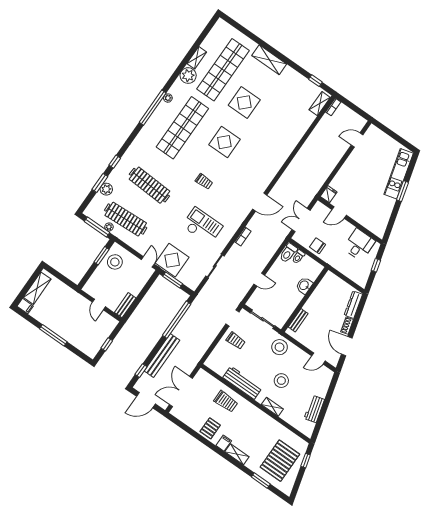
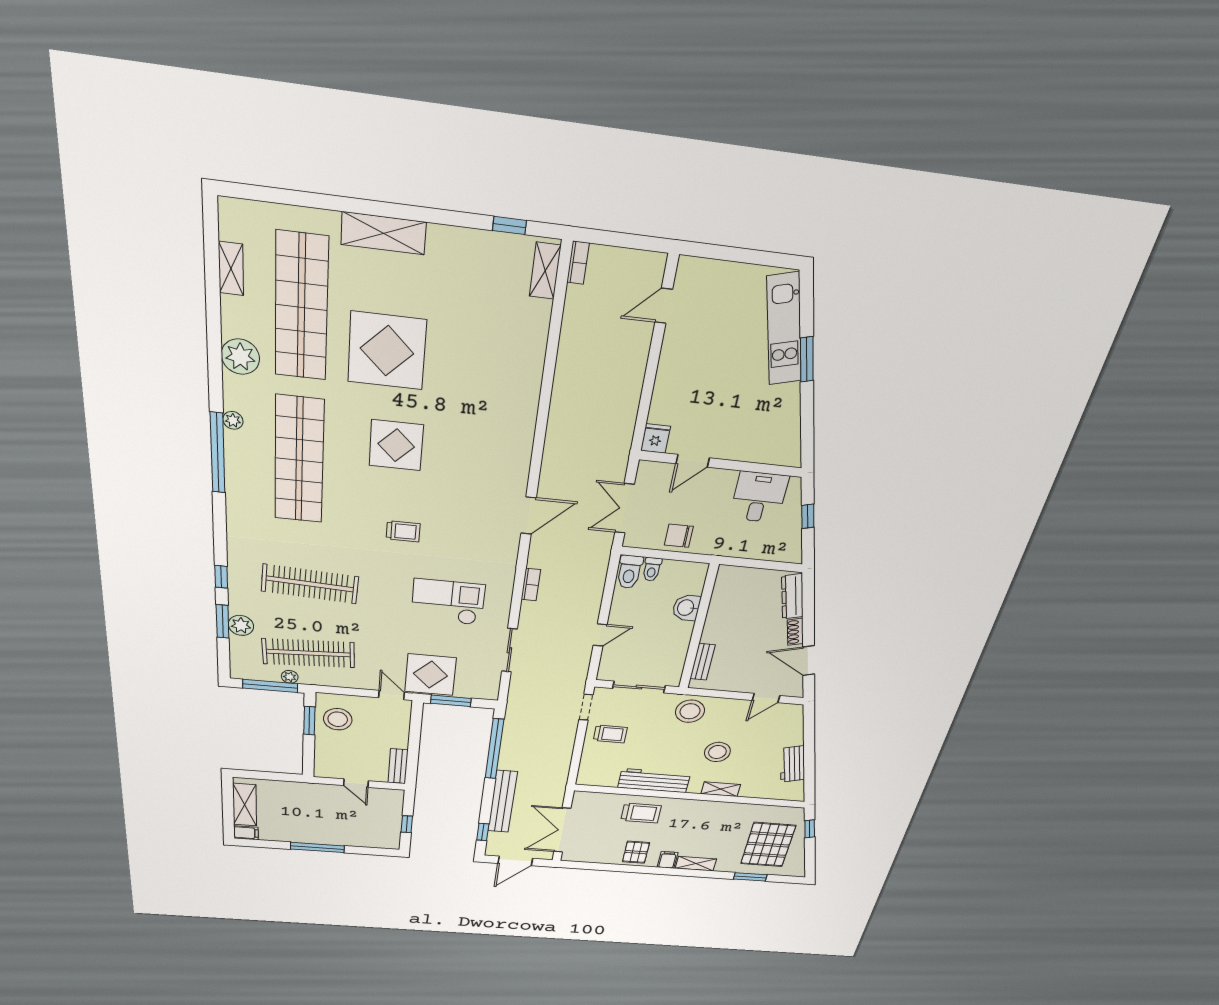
shelving: (197, 58) -> (231, 269), moved
display table: (244, 103) -> (387, 351), width x1.36, depth x1.36

